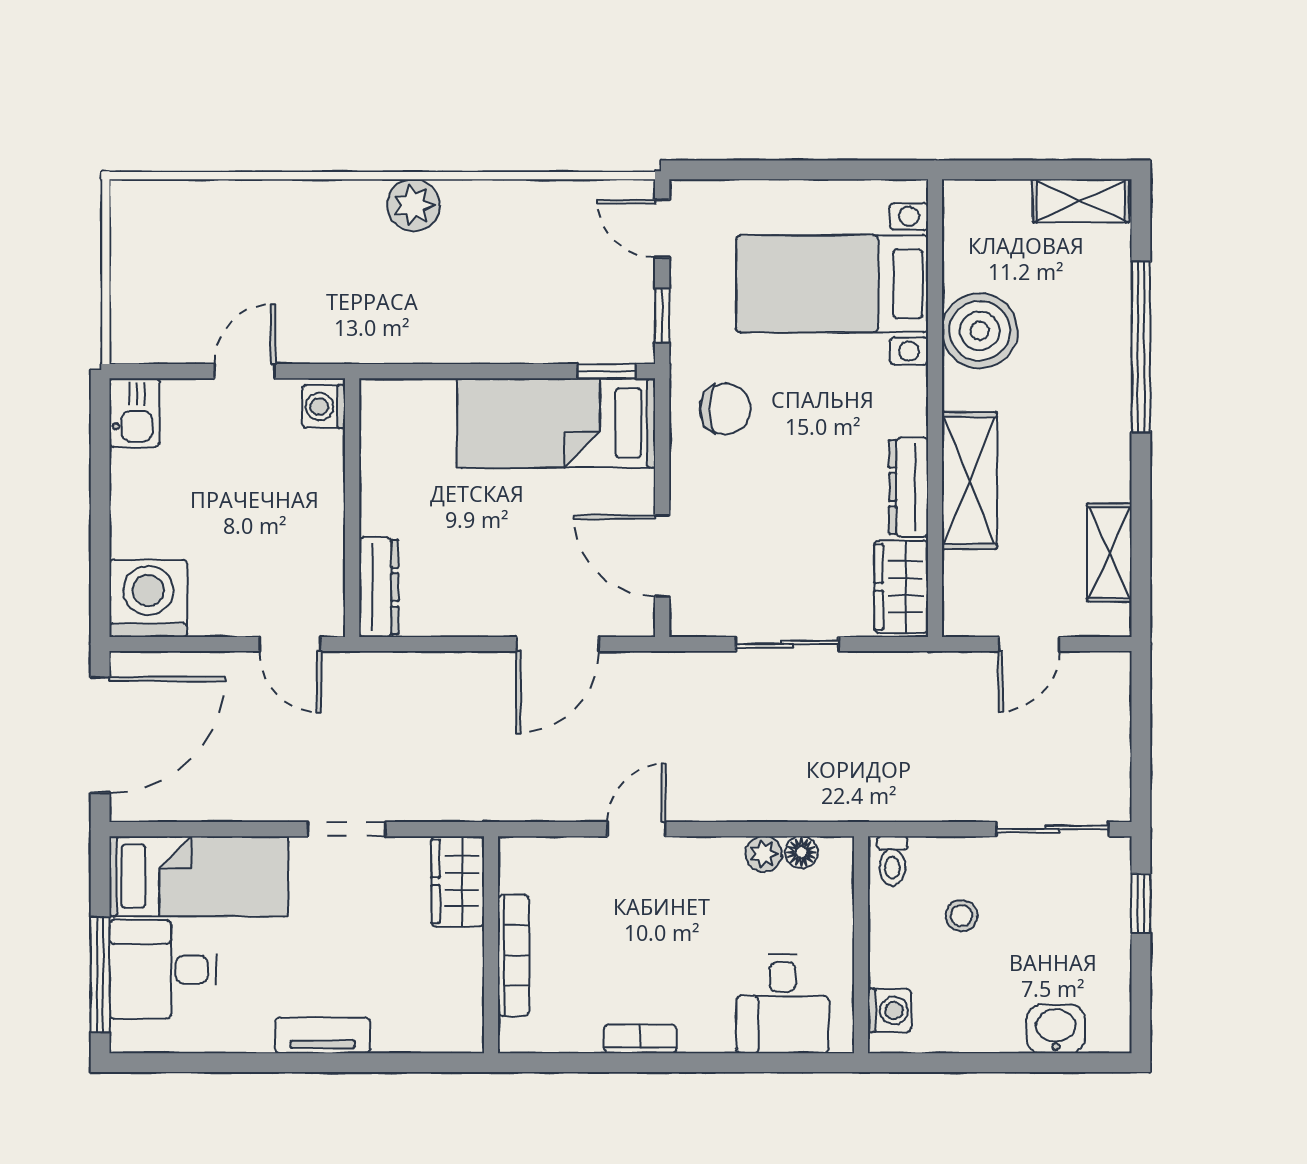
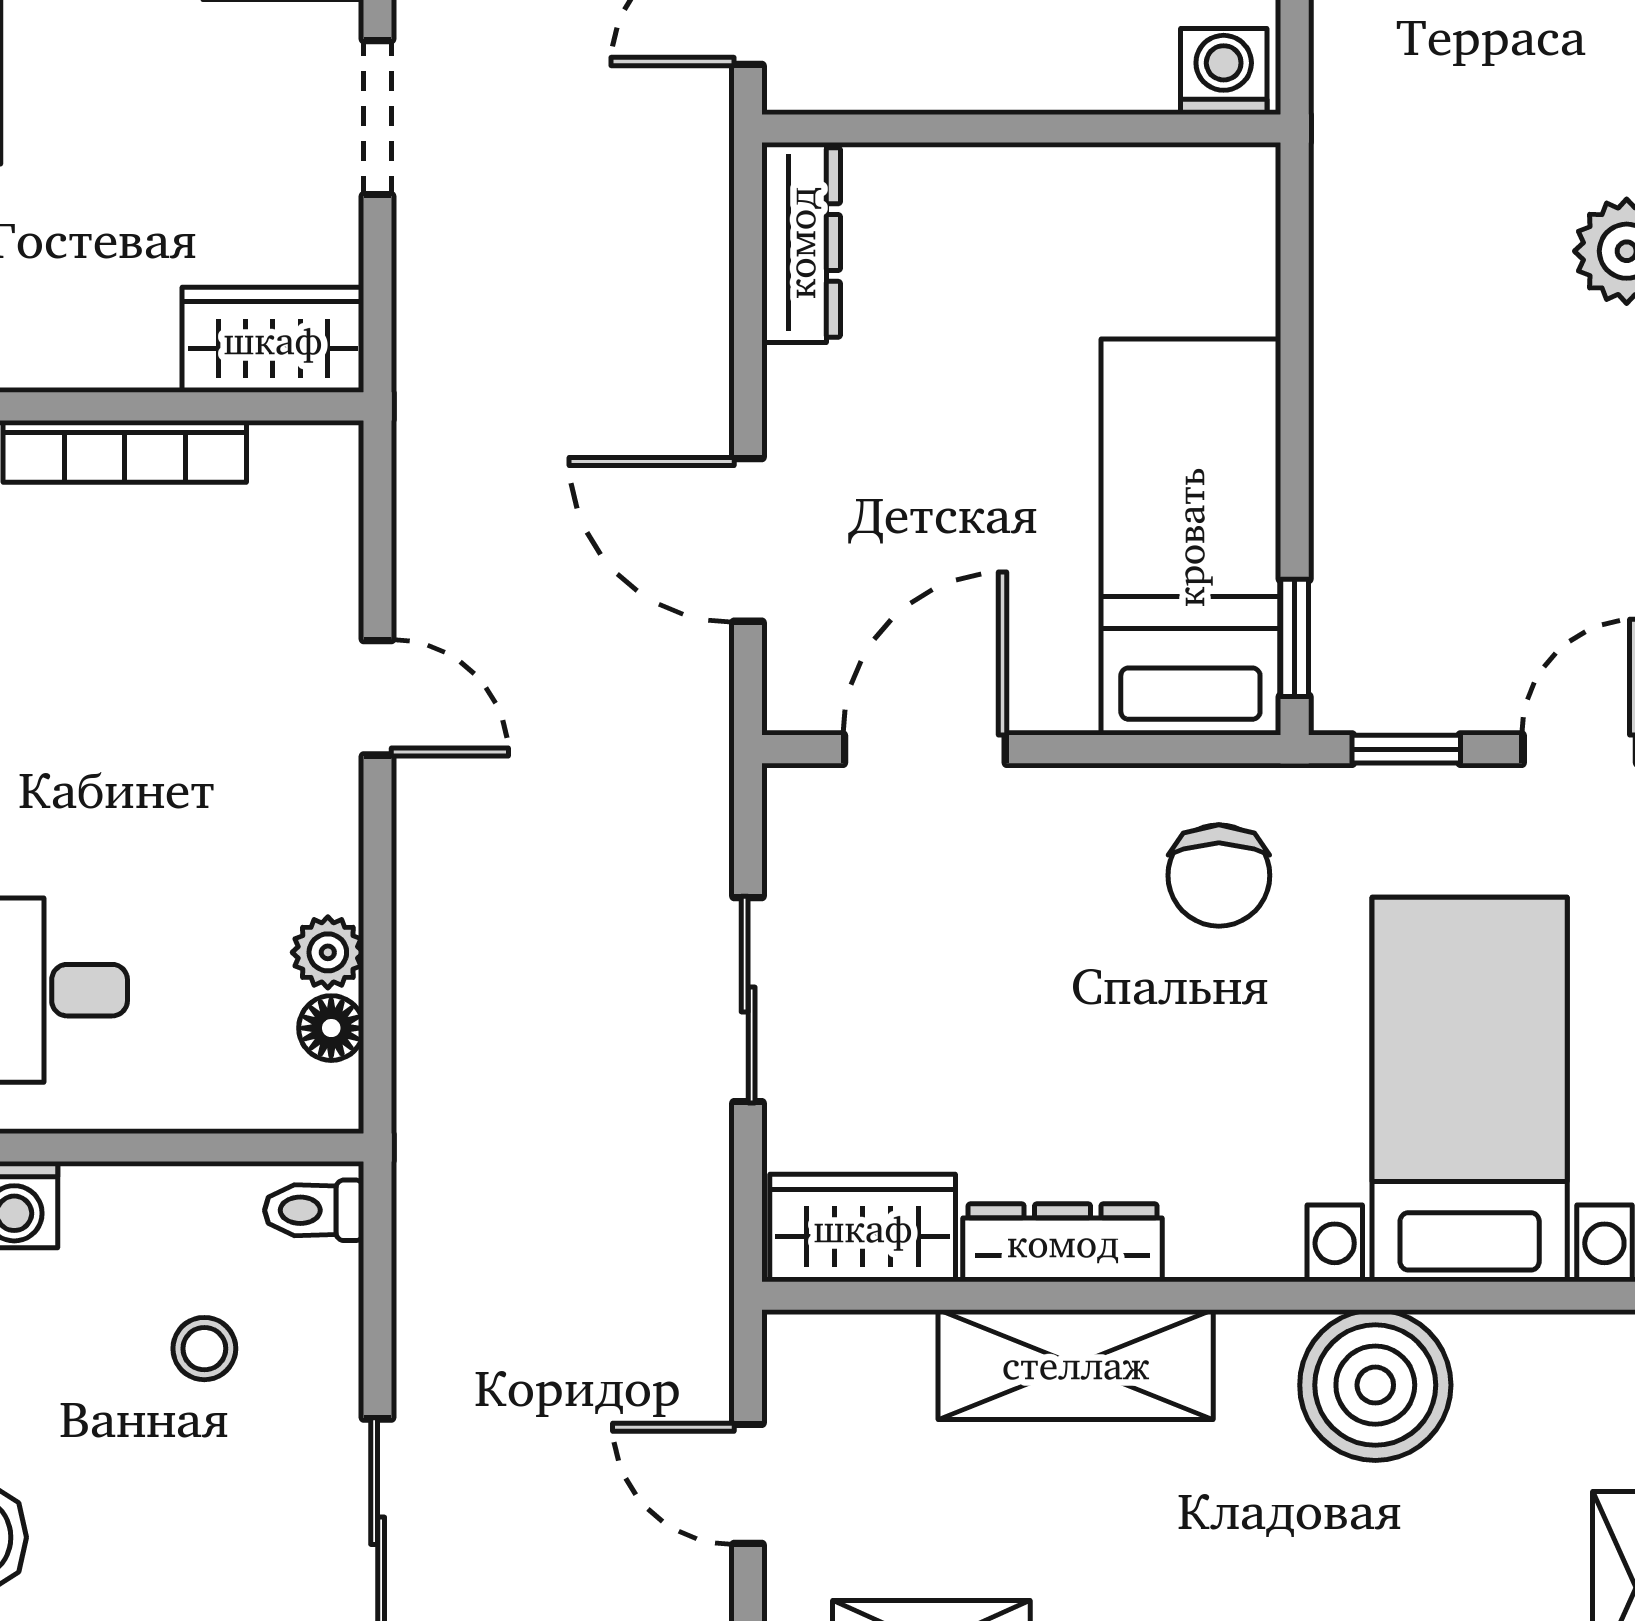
dresser: (379, 587) -> (801, 243), moved, turned -90

